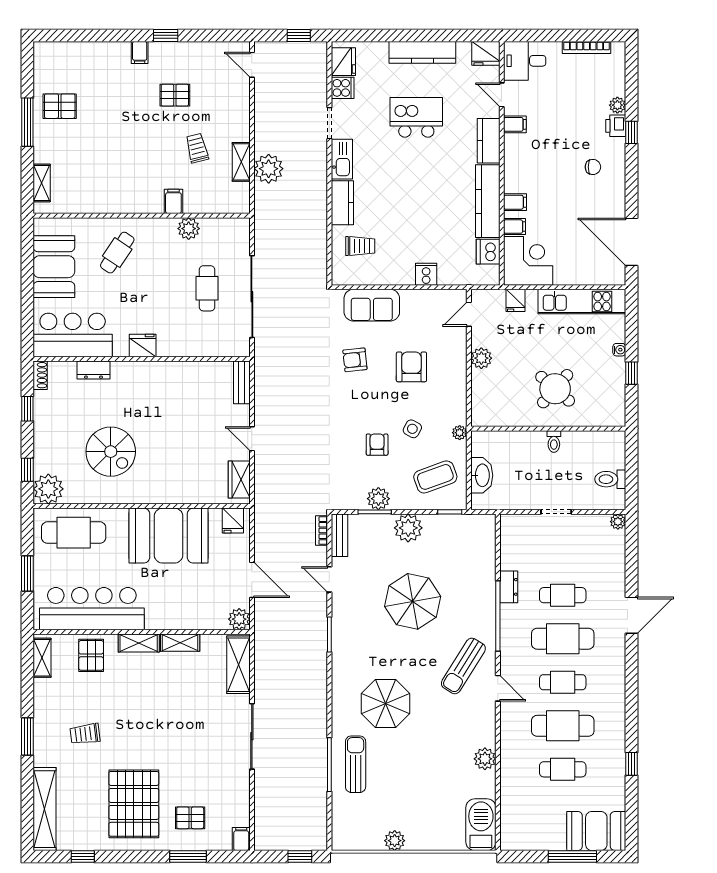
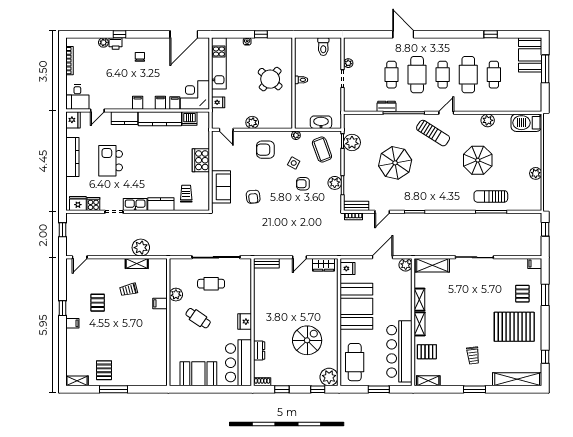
filing cabinet: (515, 124) -> (138, 103), moved
shelving: (42, 183) -> (77, 381), moved
cafe table: (117, 253) -> (198, 318), moved
cooker: (426, 274) -> (201, 160), width x1.87, depth x1.31
armchair: (411, 367) -> (265, 150), moved
plant: (618, 522) -> (348, 63), moved
plant: (408, 528) -> (352, 142), moved
parasol: (386, 703) -> (478, 160), moved

